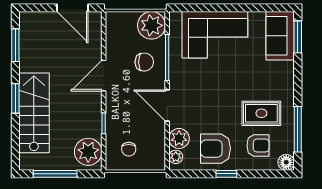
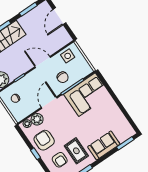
door: (73, 8) -> (59, 16), moved
plant: (152, 25) -> (83, 69), removed
side table: (119, 34) -> (68, 56), added
corner sofa: (215, 35) -> (87, 95), moved, turned -90
sofa: (280, 36) -> (104, 145), moved

